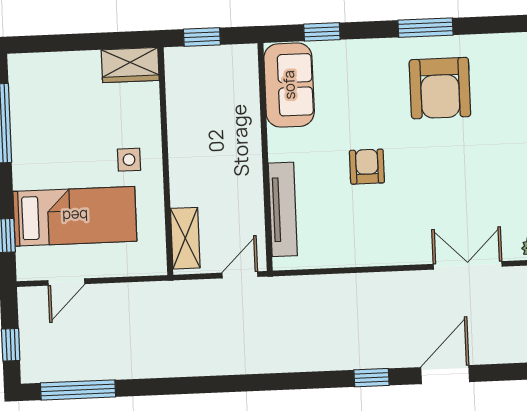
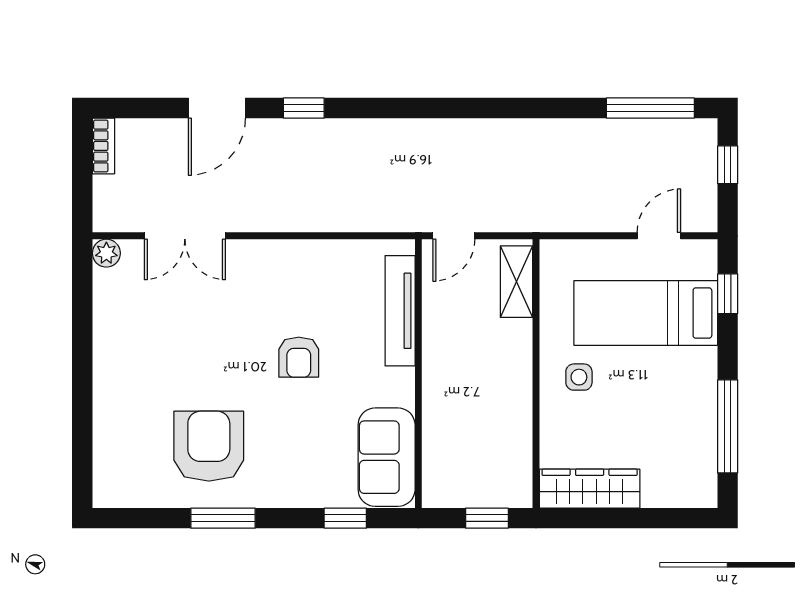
wardrobe: (130, 65) -> (590, 489), width x1.50

